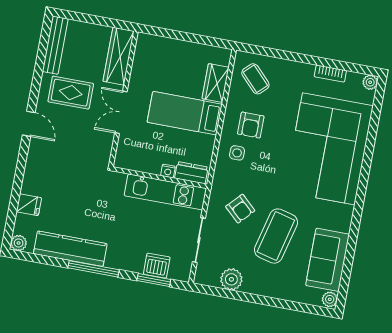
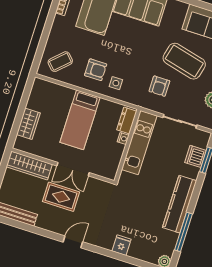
wardrobe: (216, 83) -> (28, 124), moved, turned -90
rug: (71, 93) -> (61, 197), moved, turned 90
fridge: (29, 205) -> (122, 245), moved
armchair: (240, 209) -> (159, 86), turned 137
kitchen counter: (70, 249) -> (180, 204), moved
window: (93, 269) -> (183, 232), moved

